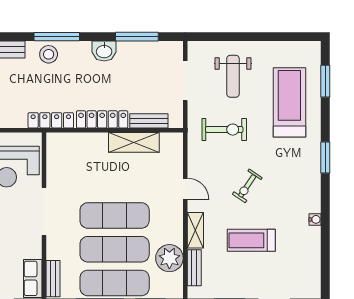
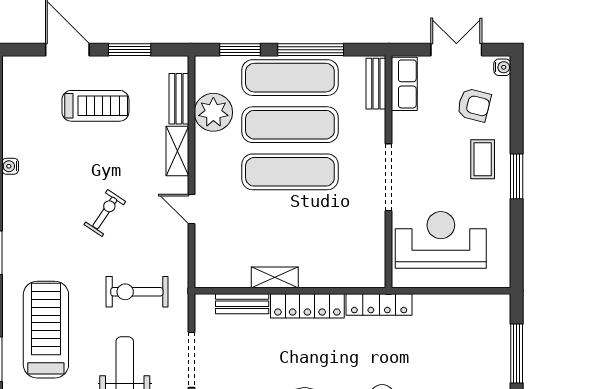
treadmill: (289, 102) -> (46, 330), turned 180
shelving: (134, 142) -> (275, 277), width x0.67, depth x0.75
treadmill: (251, 240) -> (95, 106), moved

